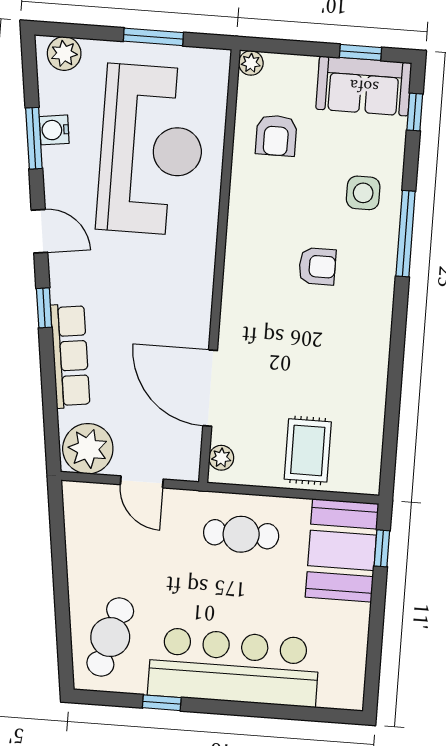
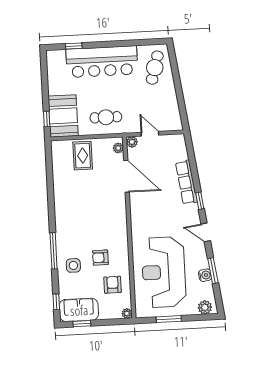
armchair: (317, 266) -> (100, 258), moved
plant: (88, 449) -> (132, 142), moved, width x0.53, depth x0.53
window: (162, 703) -> (74, 46), moved

